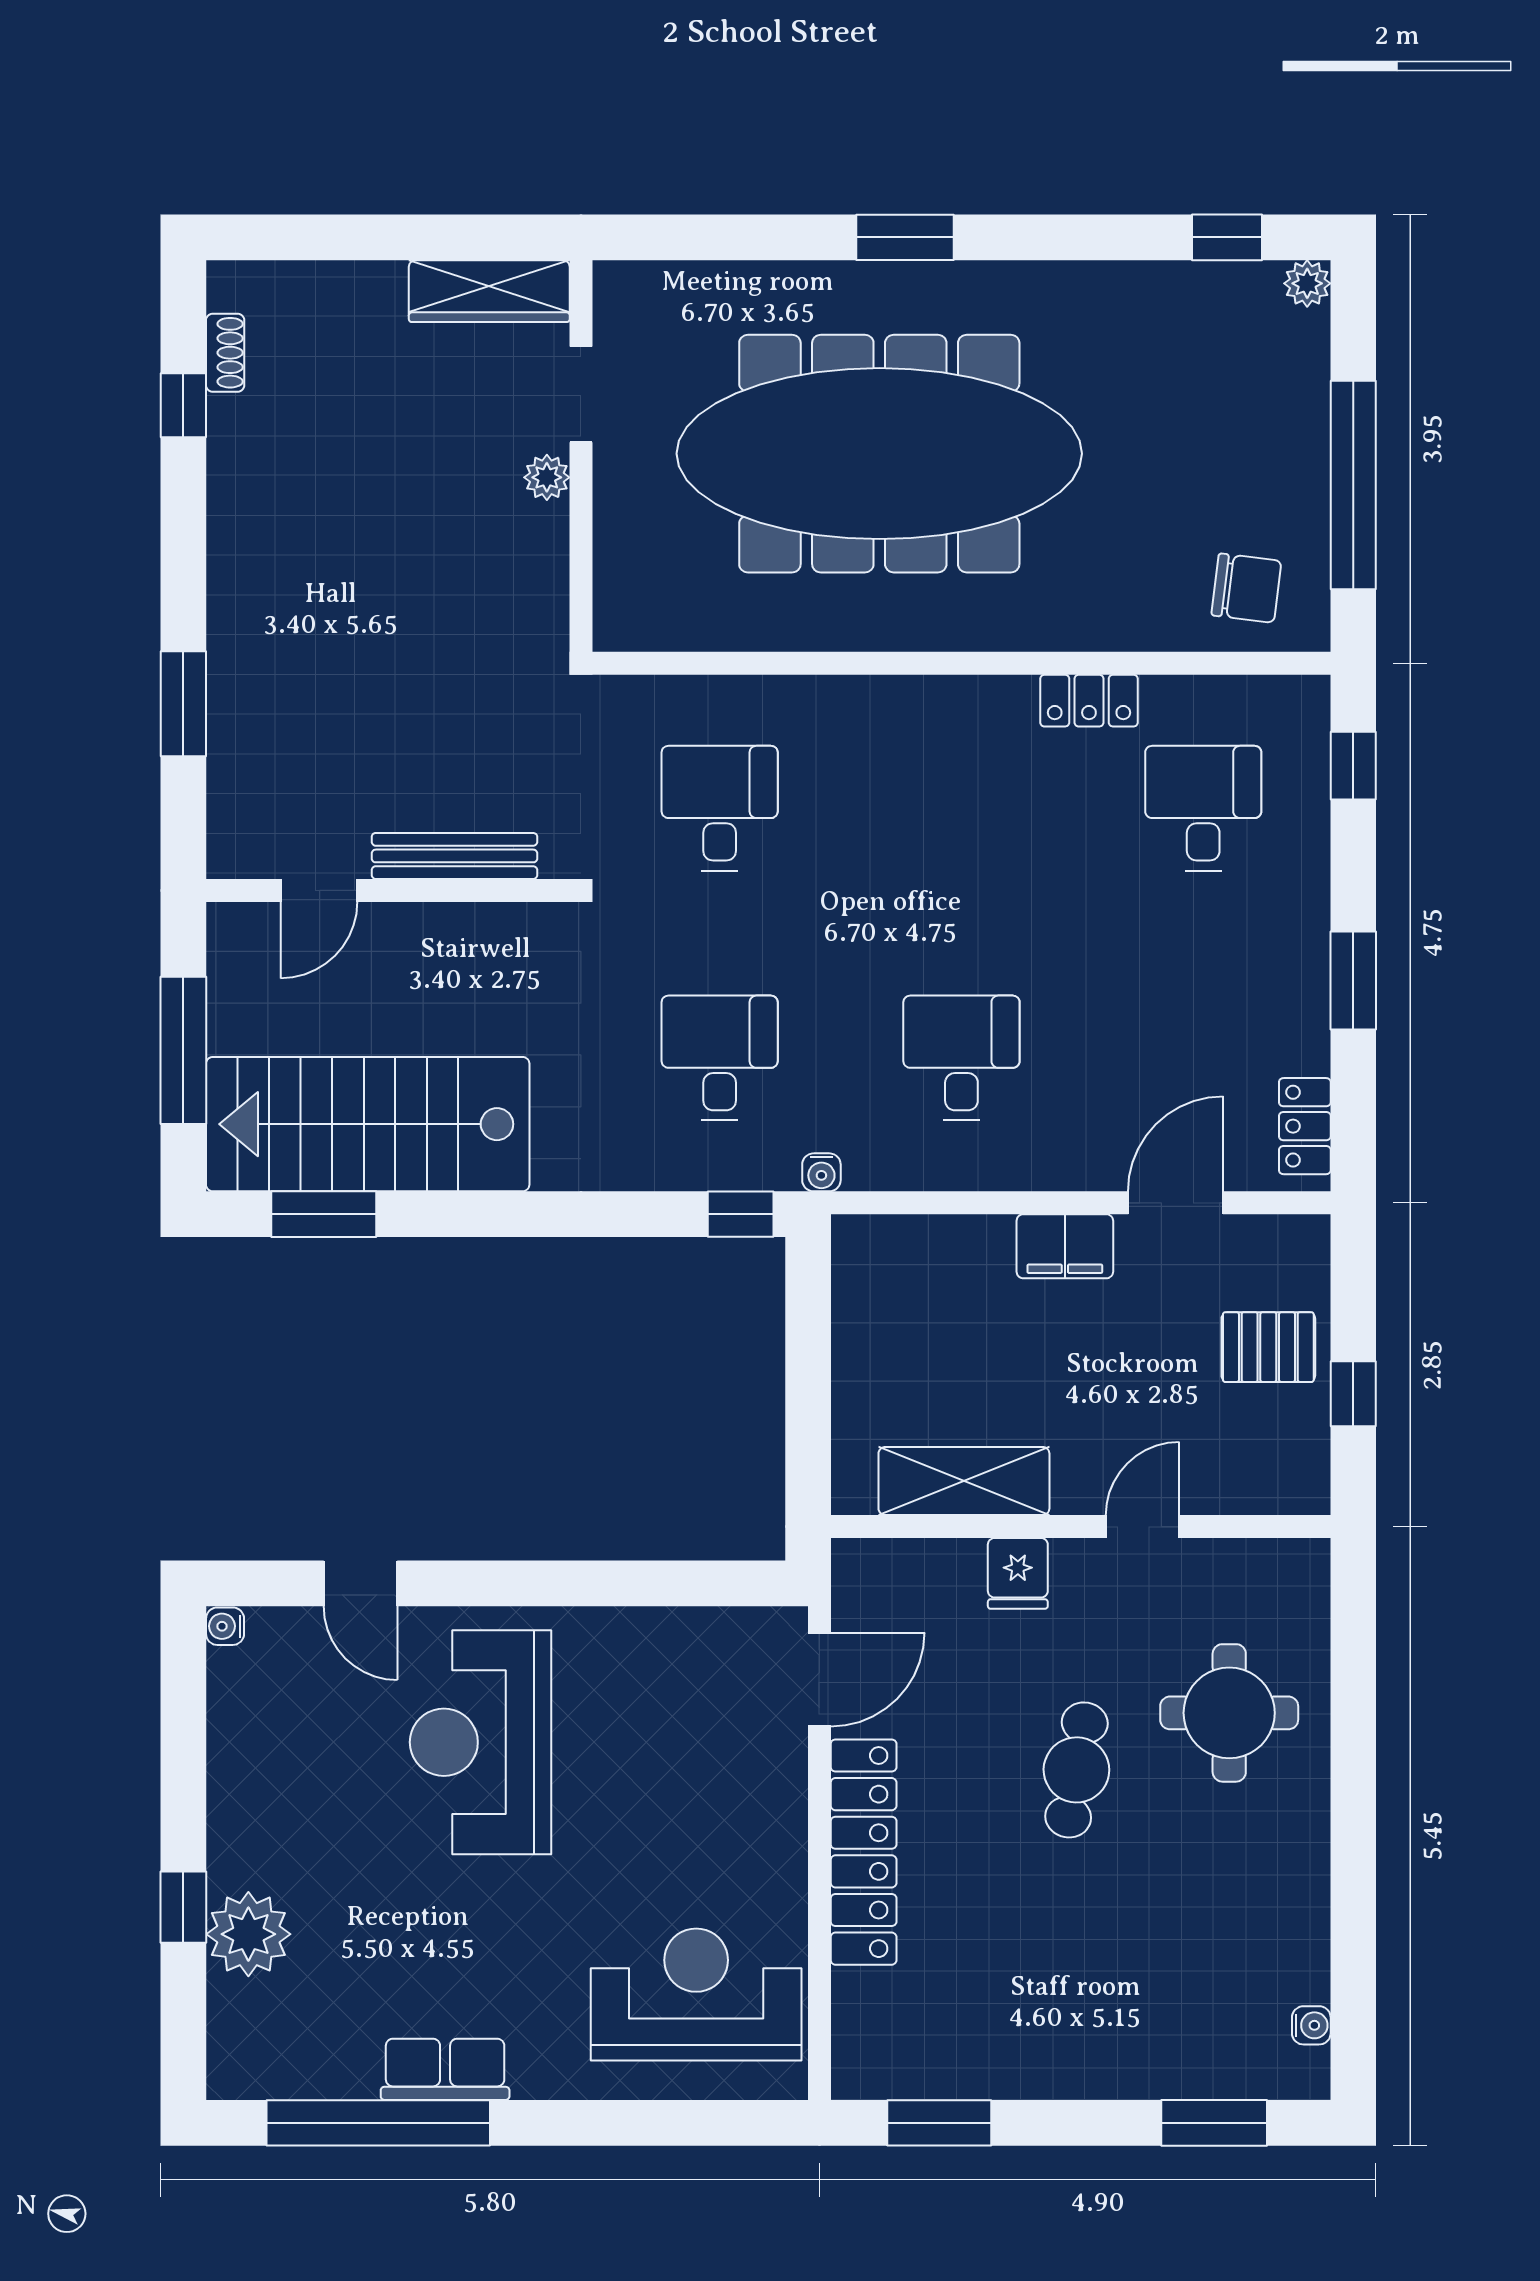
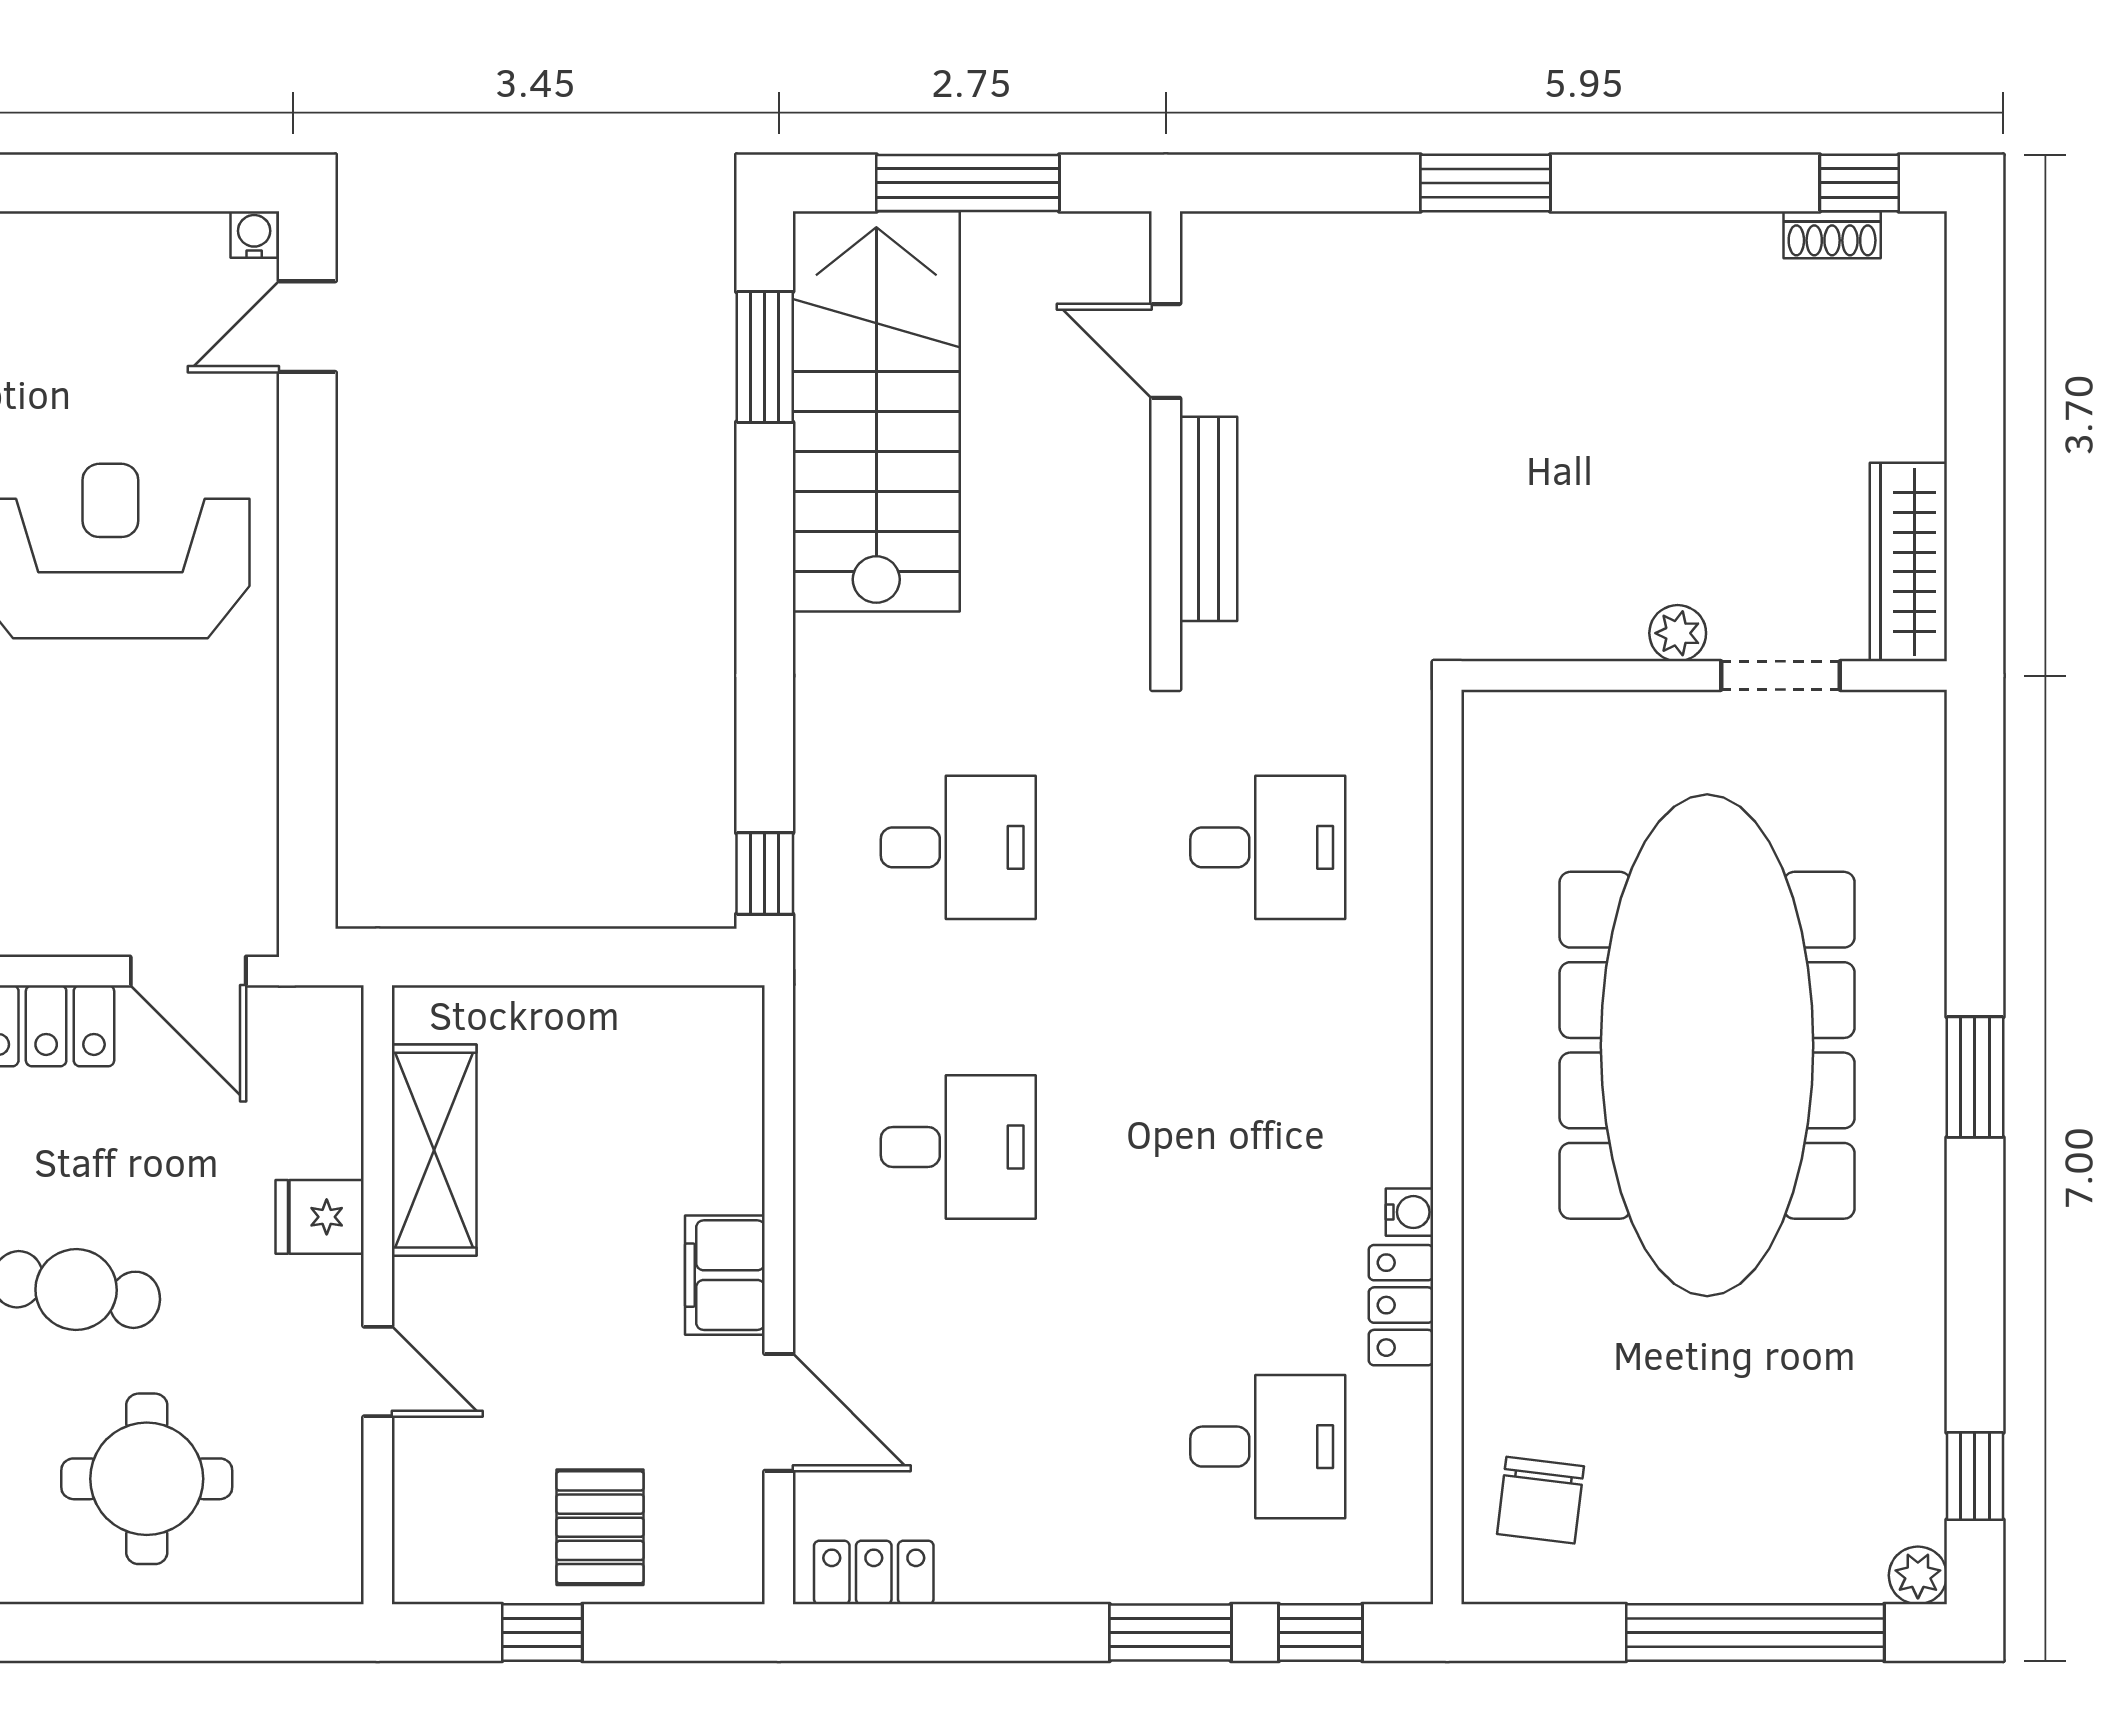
window: (183, 405) -> (1859, 183), moved
window: (1353, 485) -> (1755, 1633), moved
window: (183, 704) -> (1485, 183), moved
window: (1353, 980) -> (1170, 1633), moved
water cooler: (821, 1172) -> (1409, 1212), moved, turned 180
door: (360, 1583) -> (307, 327), moved

